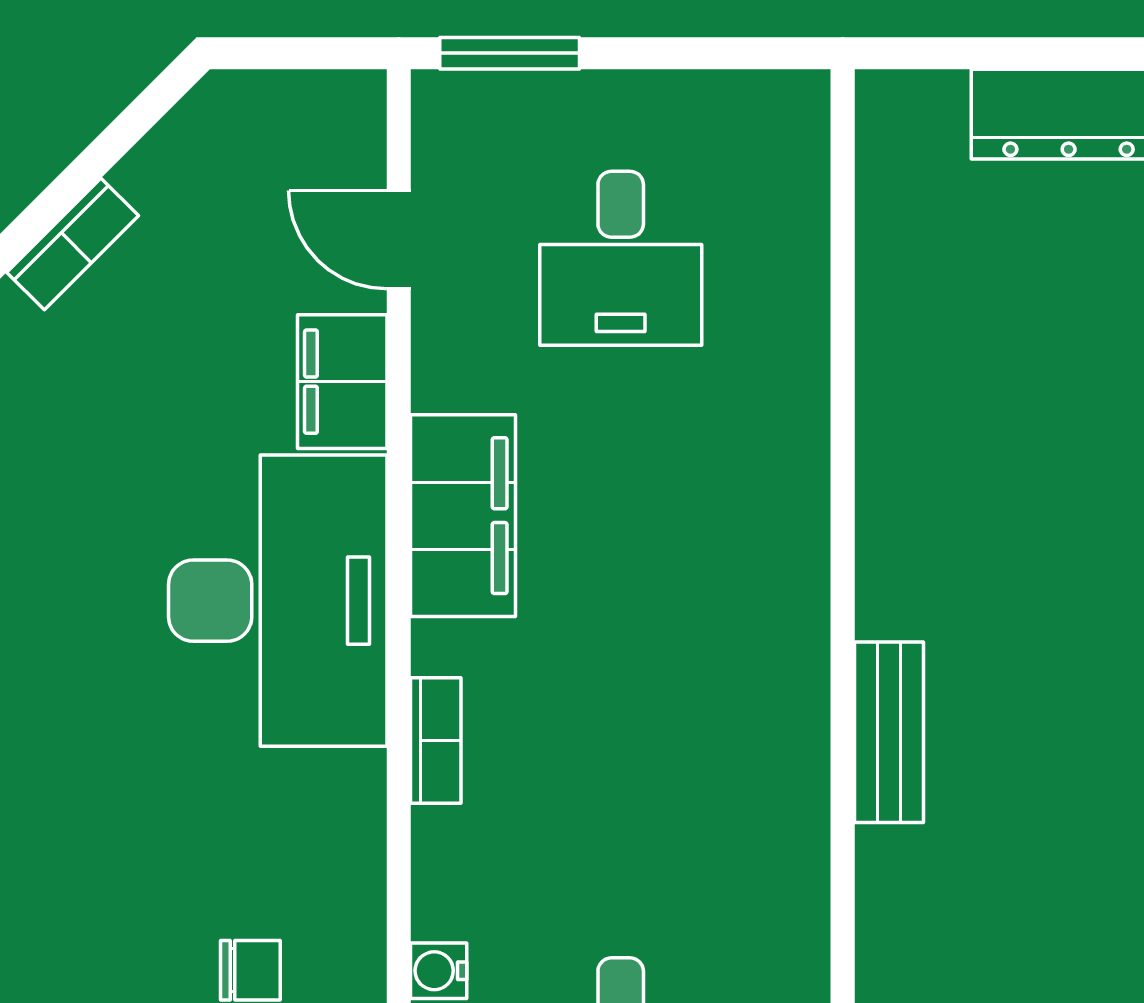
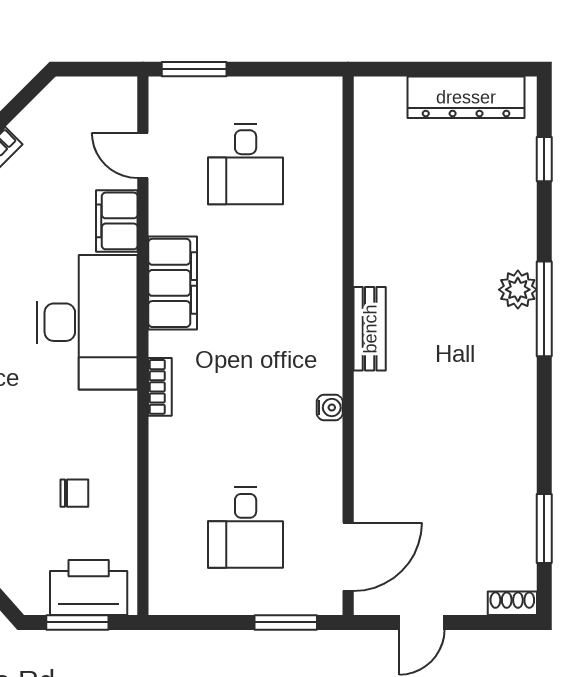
bench: (889, 732) -> (370, 329), moved
water cooler: (439, 971) -> (330, 408), moved, turned 180

